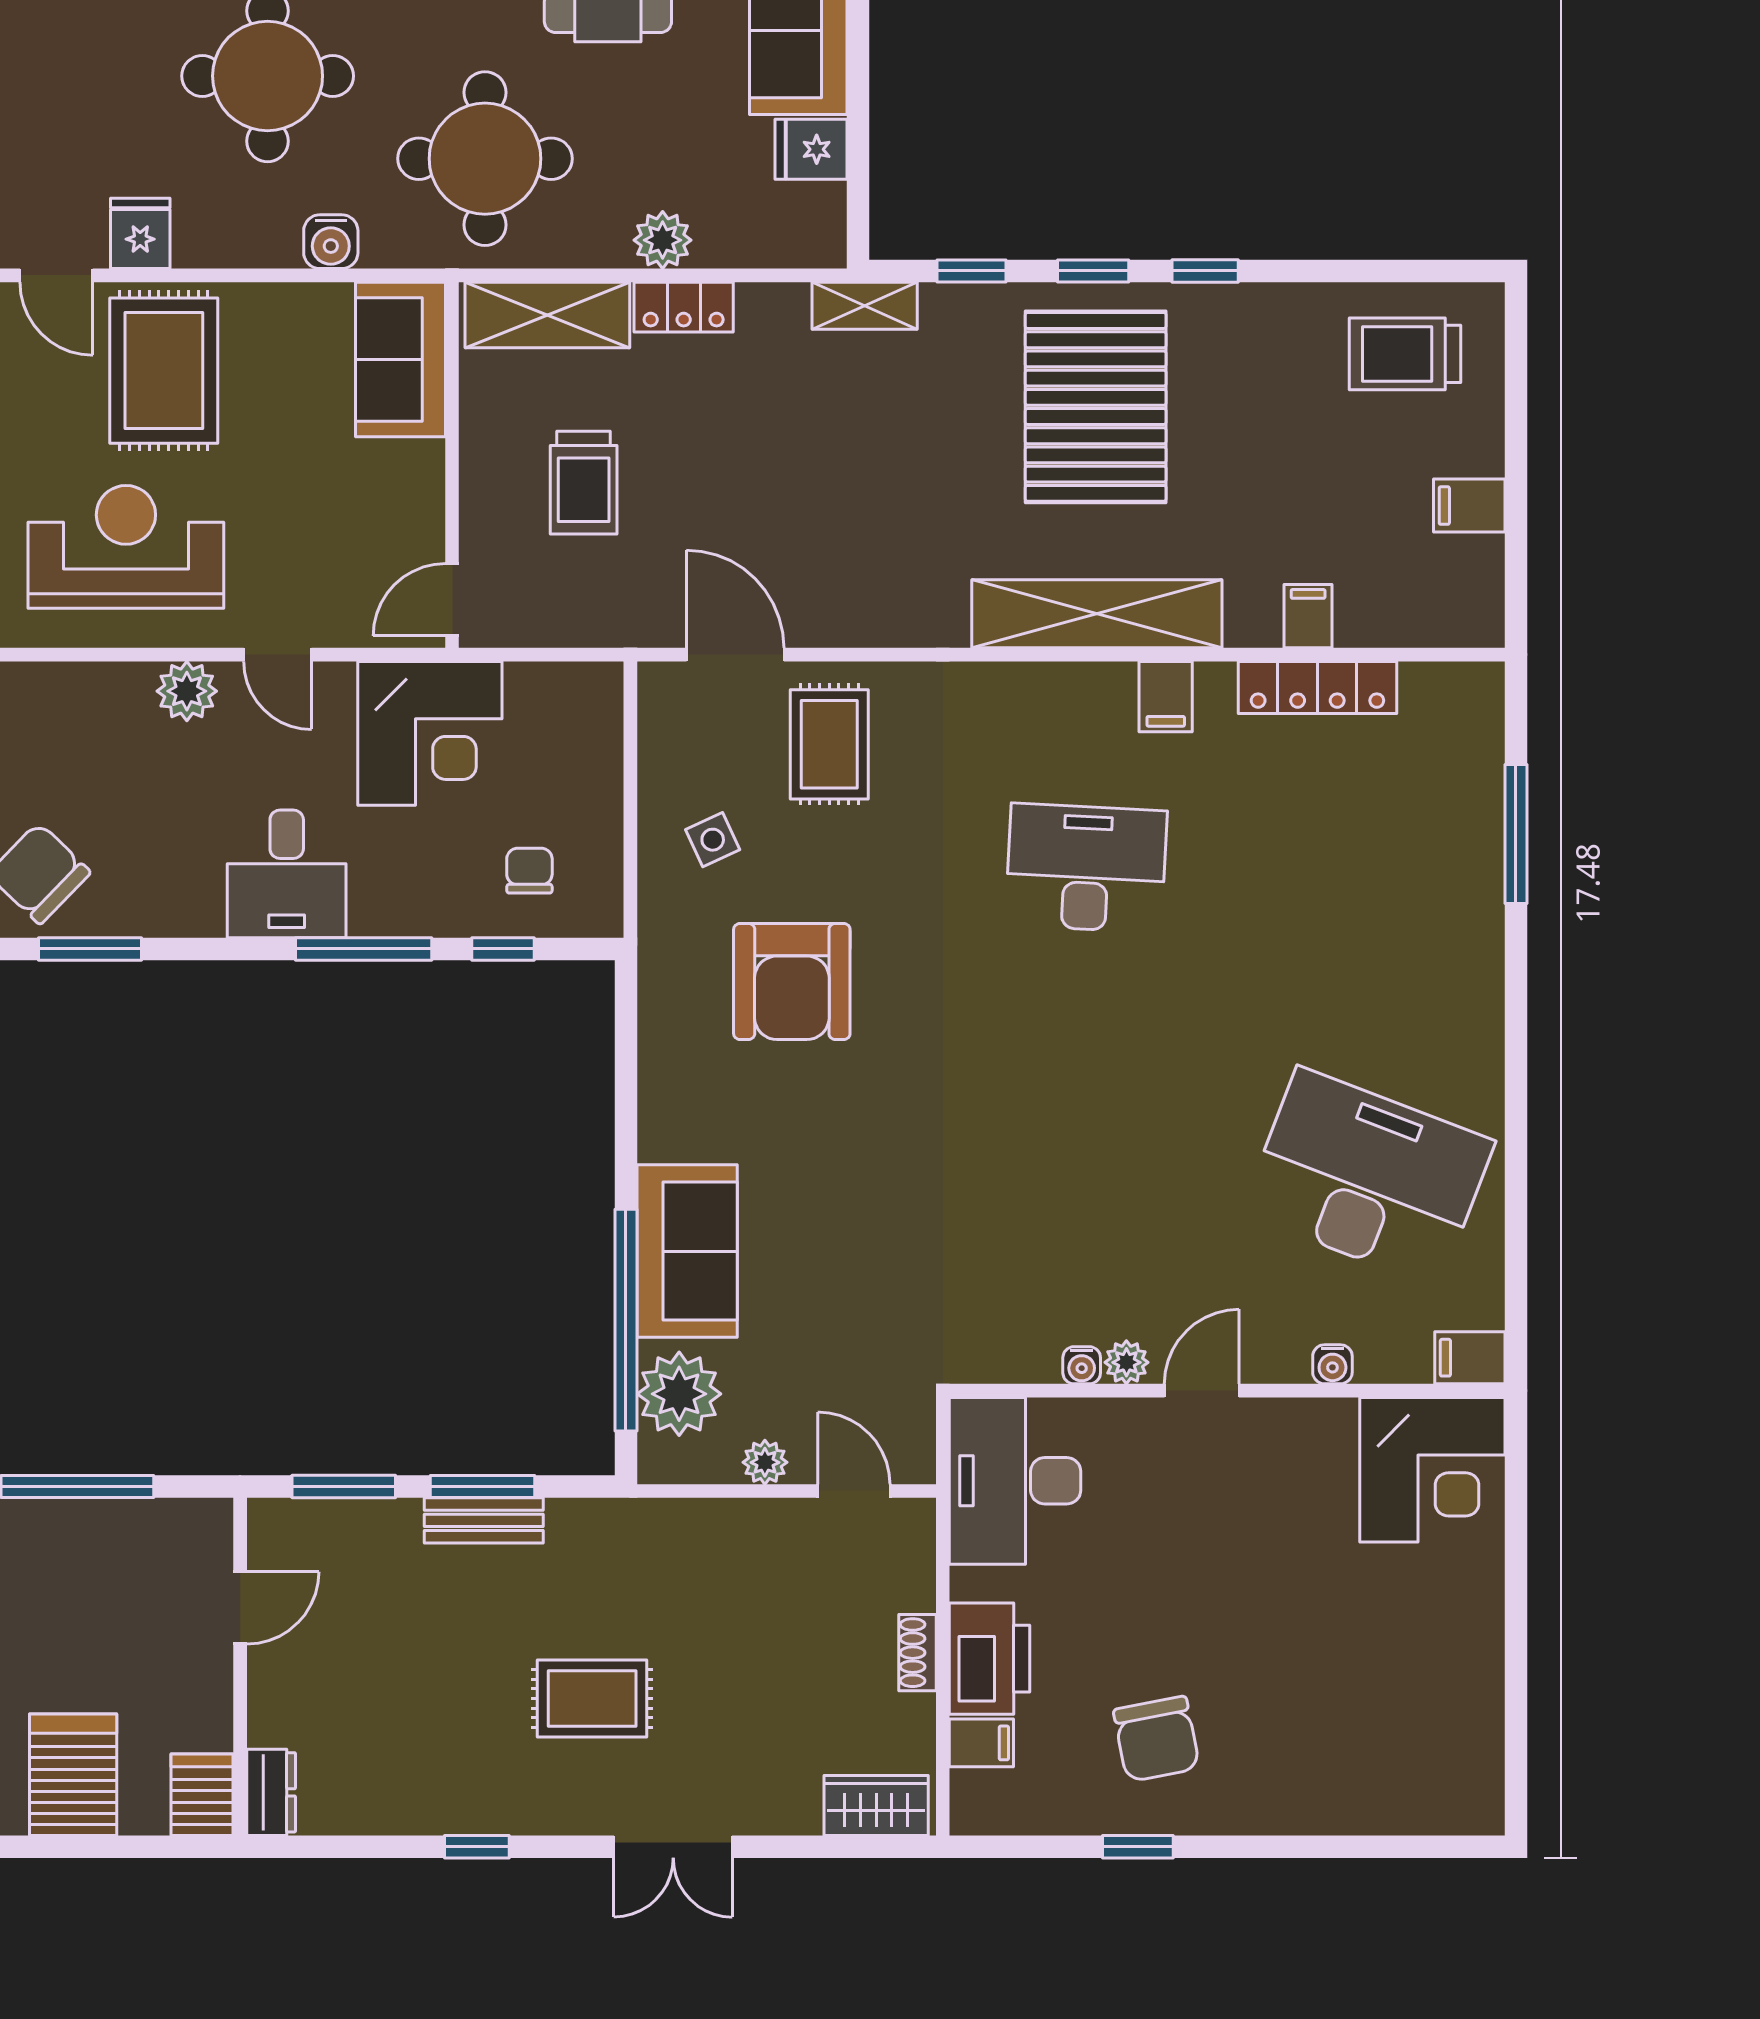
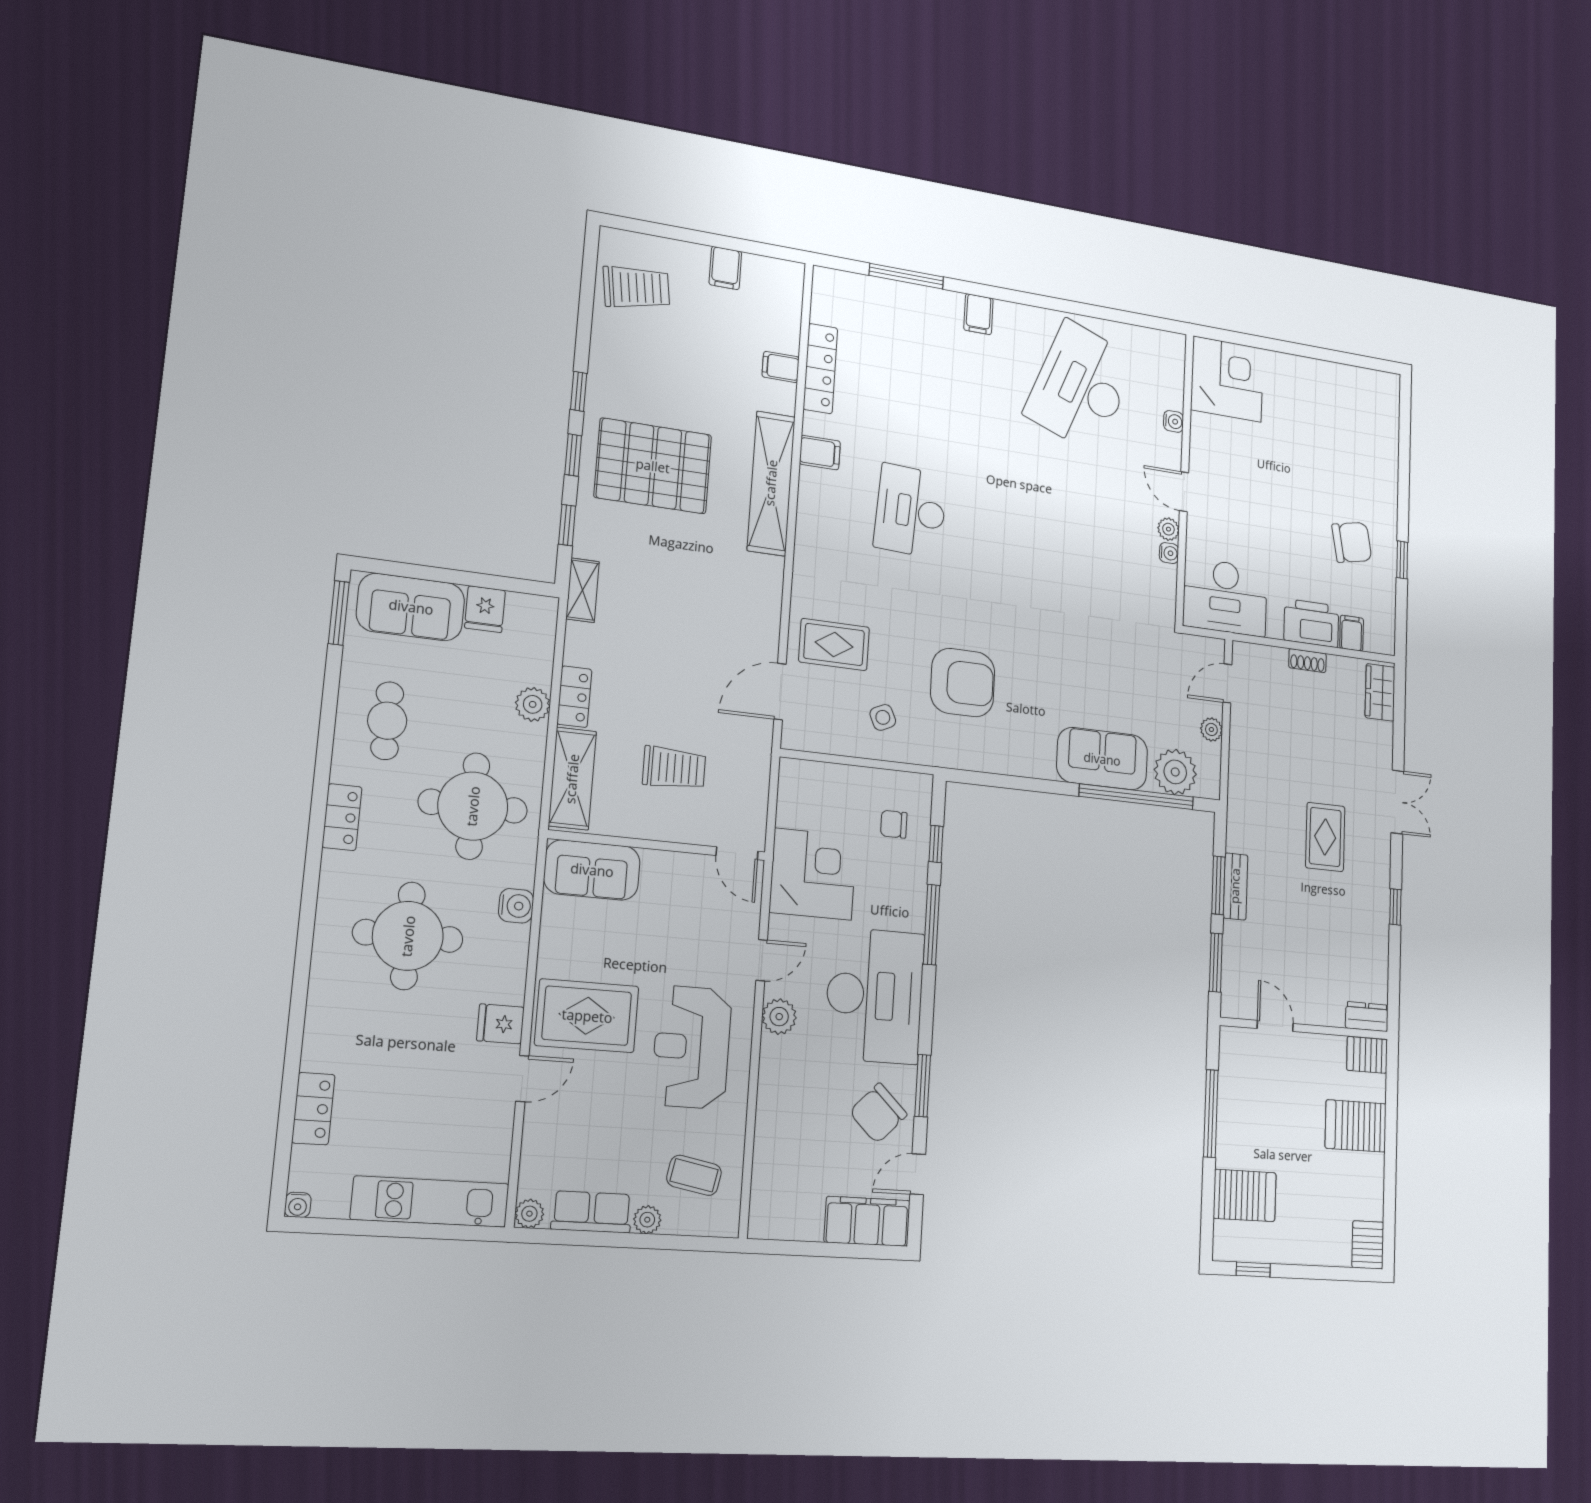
trolley: (1405, 354) -> (636, 288), turned -98
desk: (287, 874) -> (875, 995), width x1.87, depth x1.30
filing cabinet: (1470, 1358) -> (978, 314), moved

